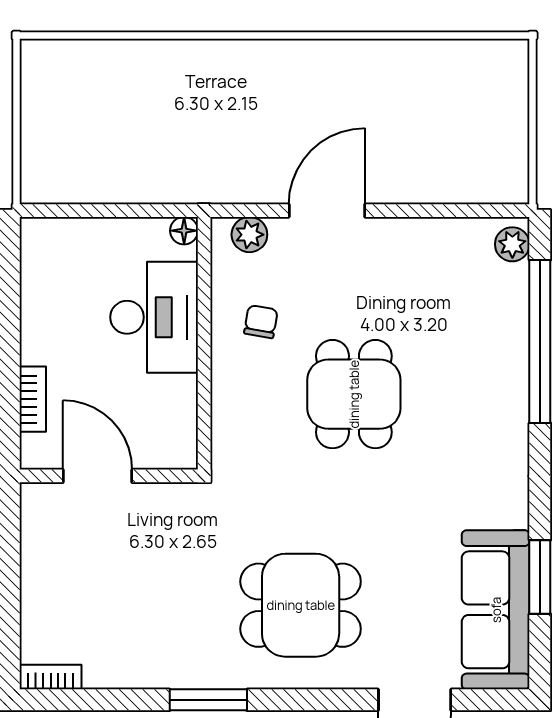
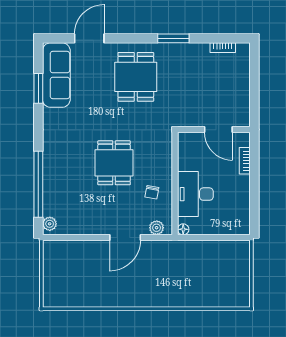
dining table: (301, 605) -> (136, 77), turned 90
bookcase: (51, 677) -> (223, 48), moved

